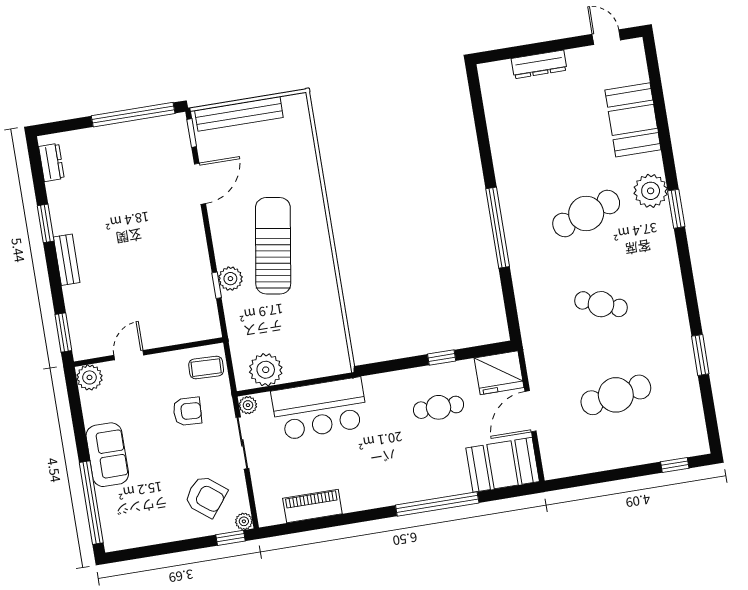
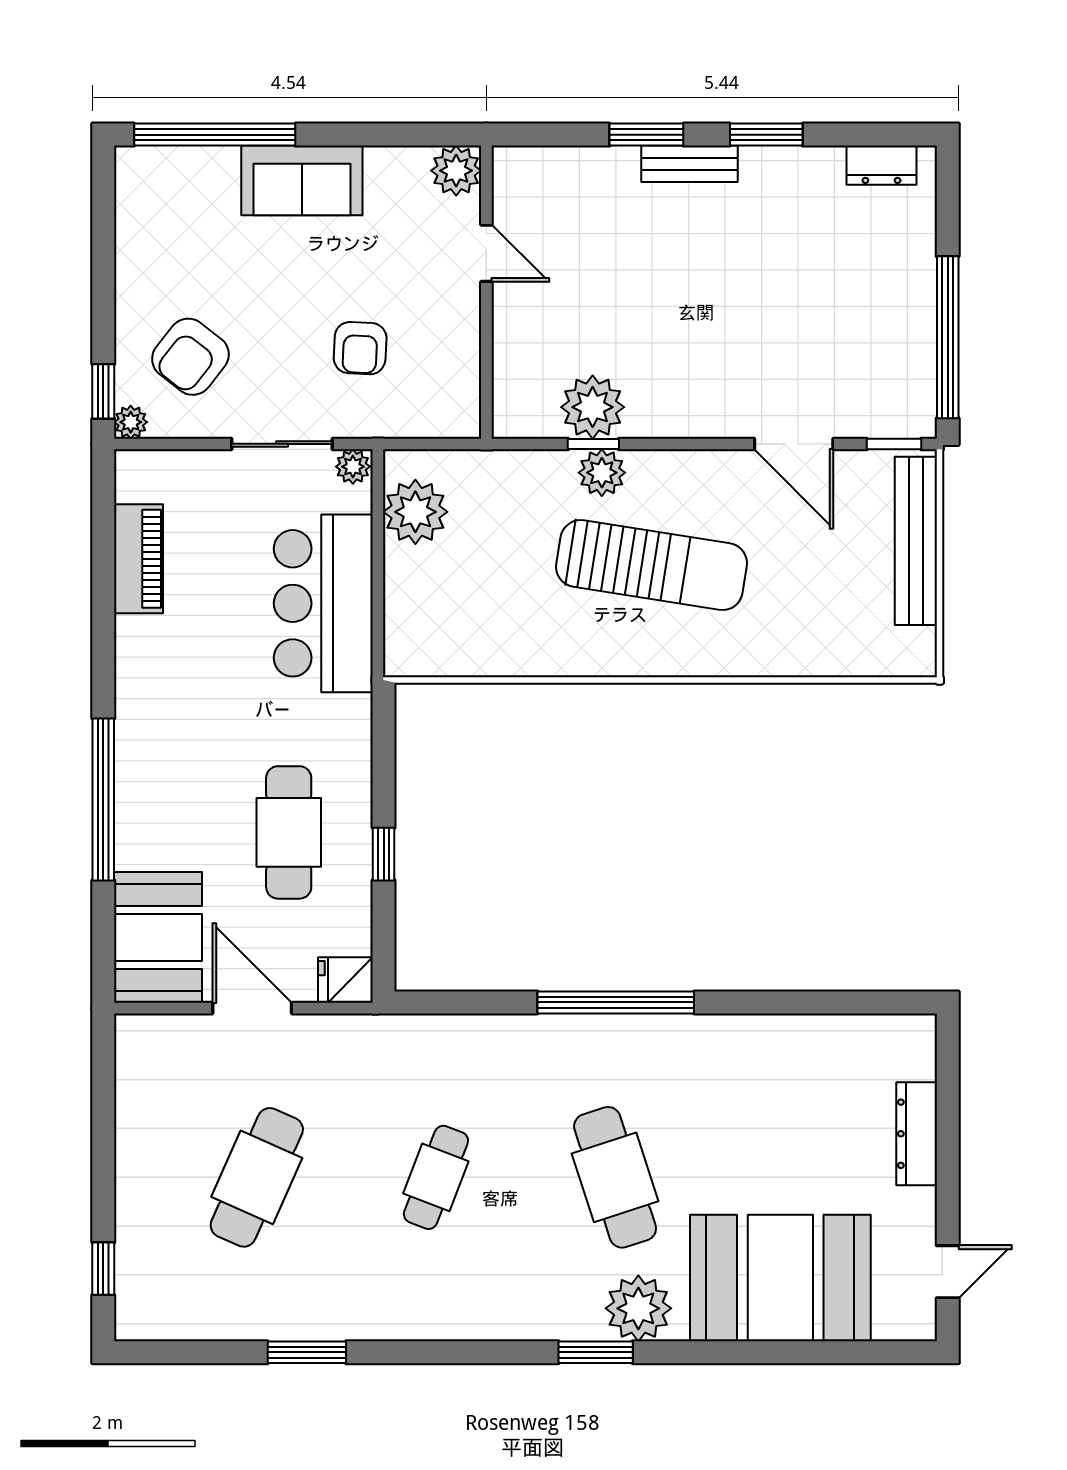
booth: (633, 120) -> (780, 1278), width x1.36, depth x1.42
plant: (198, 289) -> (593, 407), added
window: (63, 332) -> (646, 135), moved
coffee table: (206, 368) -> (438, 398), removed
fridge: (499, 373) -> (345, 980), width x0.53, depth x0.75
cafe table: (616, 395) -> (257, 1177), turned 33
cafe table: (439, 407) -> (289, 832), width x1.37, depth x1.35

